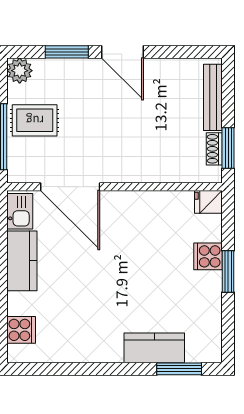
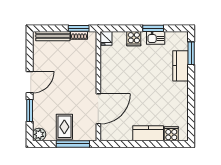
kitchen sink: (20, 211) -> (156, 38), moved, turned 180
kitchen counter: (22, 261) -> (148, 133), moved
window: (228, 272) -> (153, 28), moved

